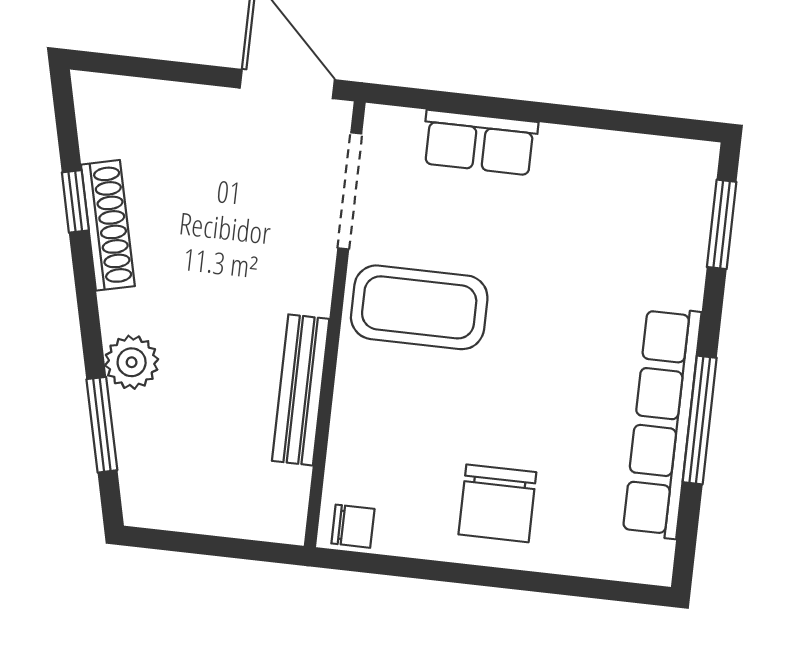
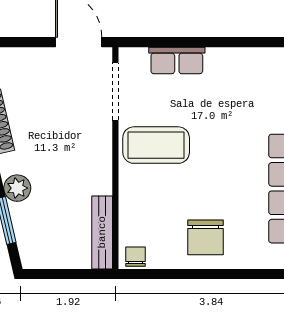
bench: (301, 390) -> (102, 232), moved
chair: (353, 526) -> (136, 257), turned -90

